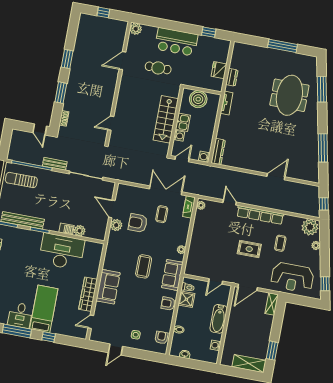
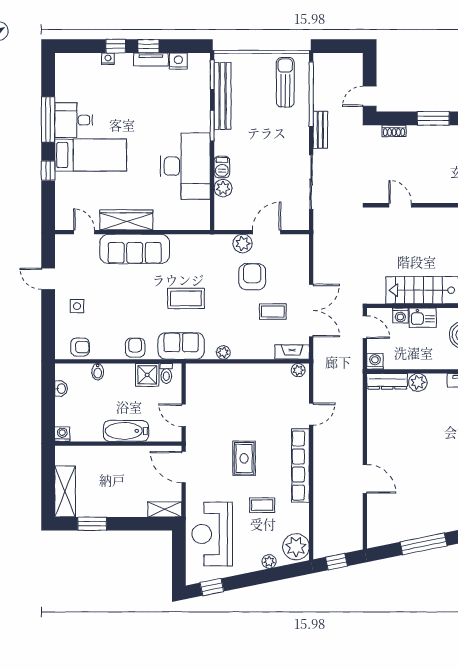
plant: (222, 133) -> (418, 382), added
sofa: (108, 287) -> (135, 249), width x1.36
washing machine: (216, 345) -> (62, 434), moved

